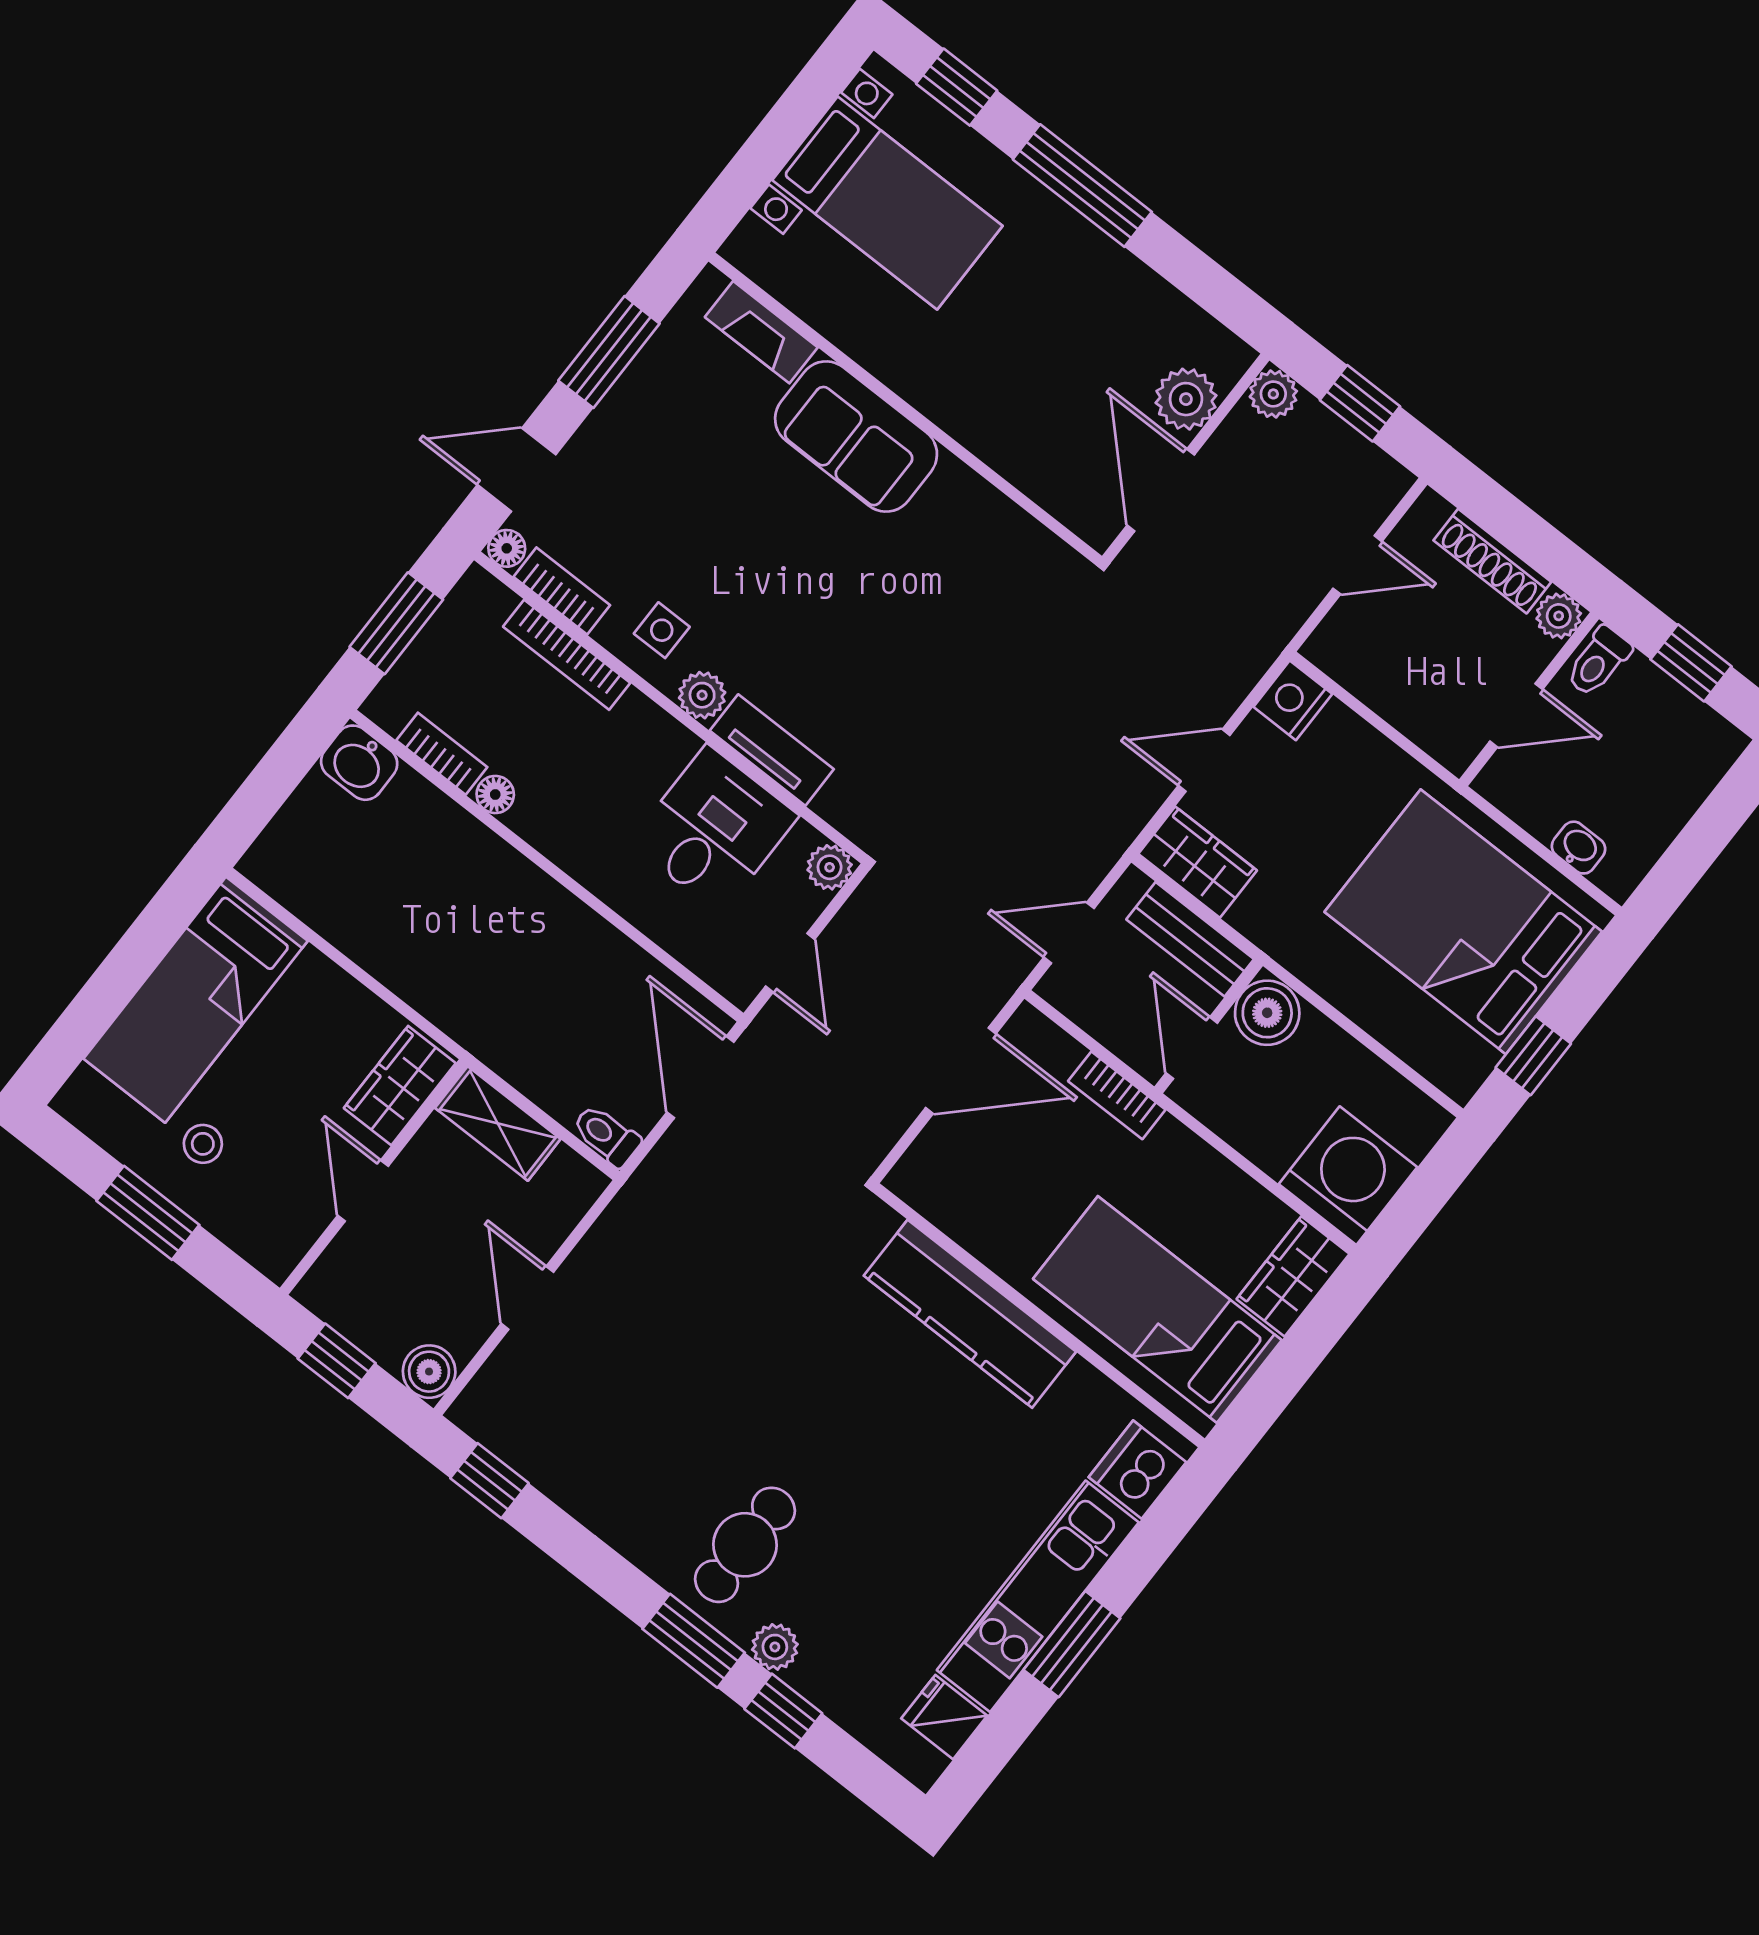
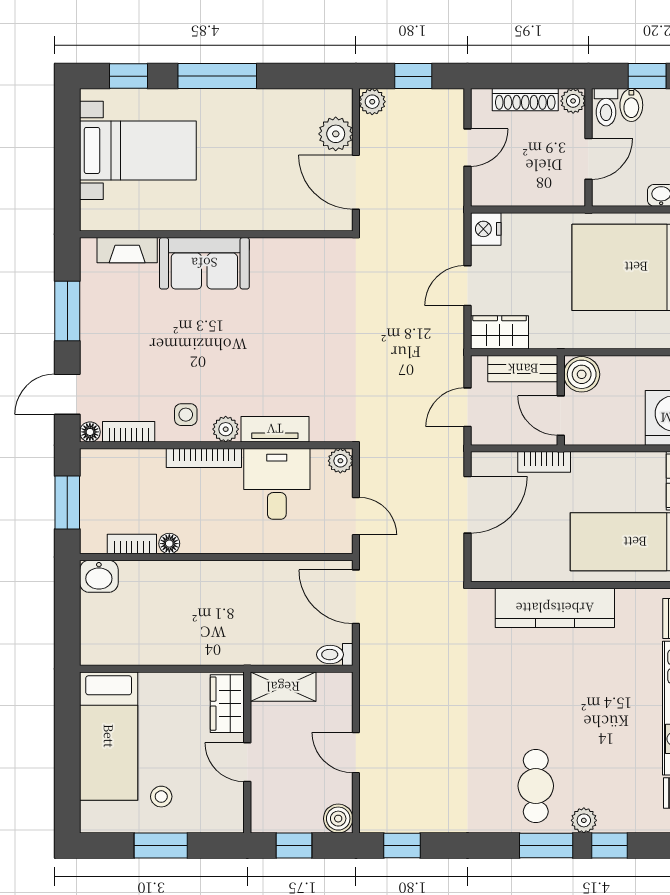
bookcase: (567, 655) -> (204, 458), moved
bidet: (1637, 687) -> (631, 105), added

